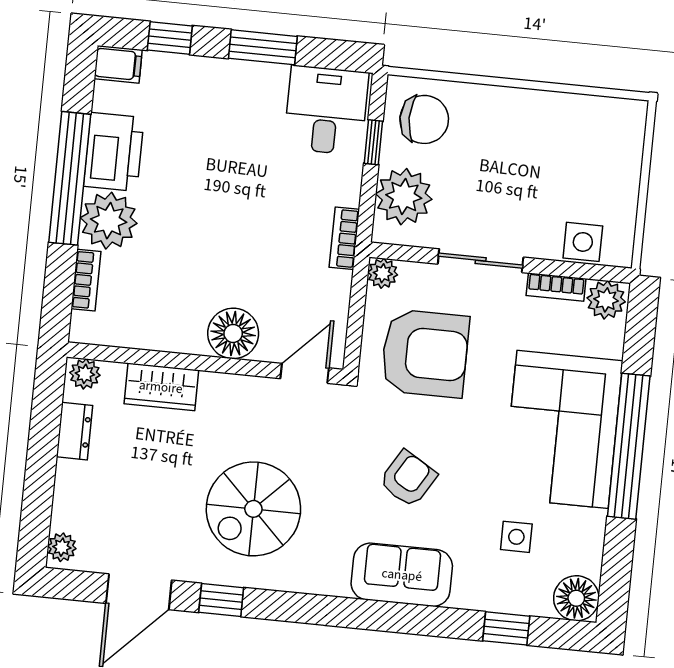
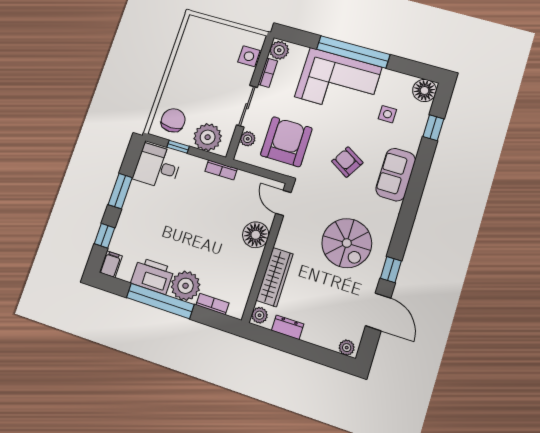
plant: (383, 273) -> (248, 139), moved
wardrobe: (161, 387) -> (275, 277), width x1.50

